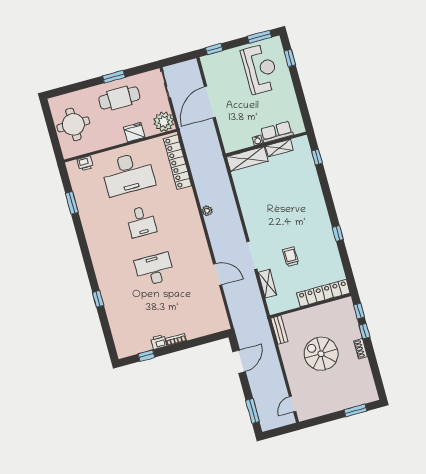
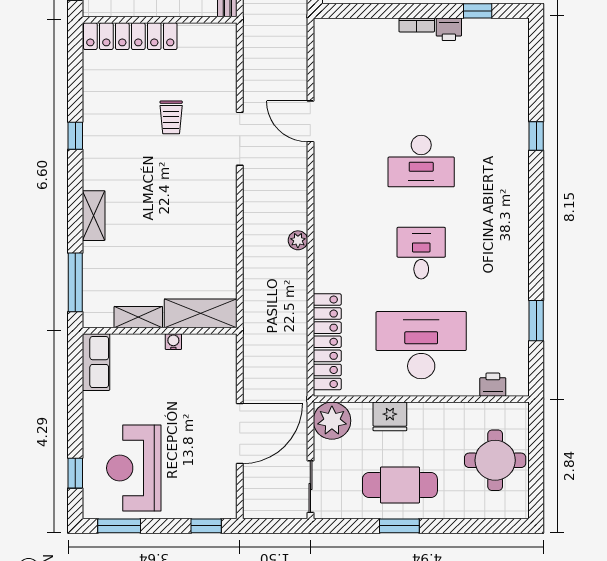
row of seats: (277, 132) -> (96, 362), moved, turned -90
window: (317, 157) -> (75, 282), width x2.17
shelving: (267, 284) -> (94, 216), moved

